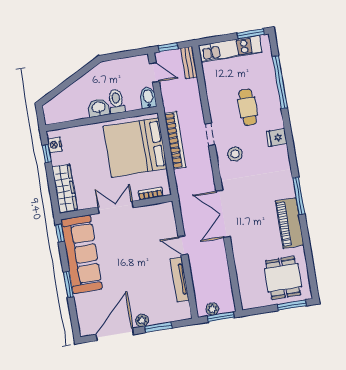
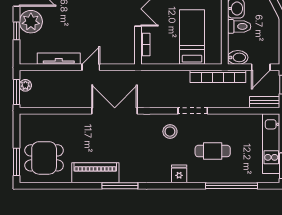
doorway: (210, 134) -> (193, 111), width x1.38
bookcase: (175, 140) -> (218, 76), moved
bed: (135, 148) -> (192, 37), width x0.49
plant: (142, 321) -> (31, 22), width x1.87, depth x1.87
window: (158, 327) -> (17, 31), width x0.67

